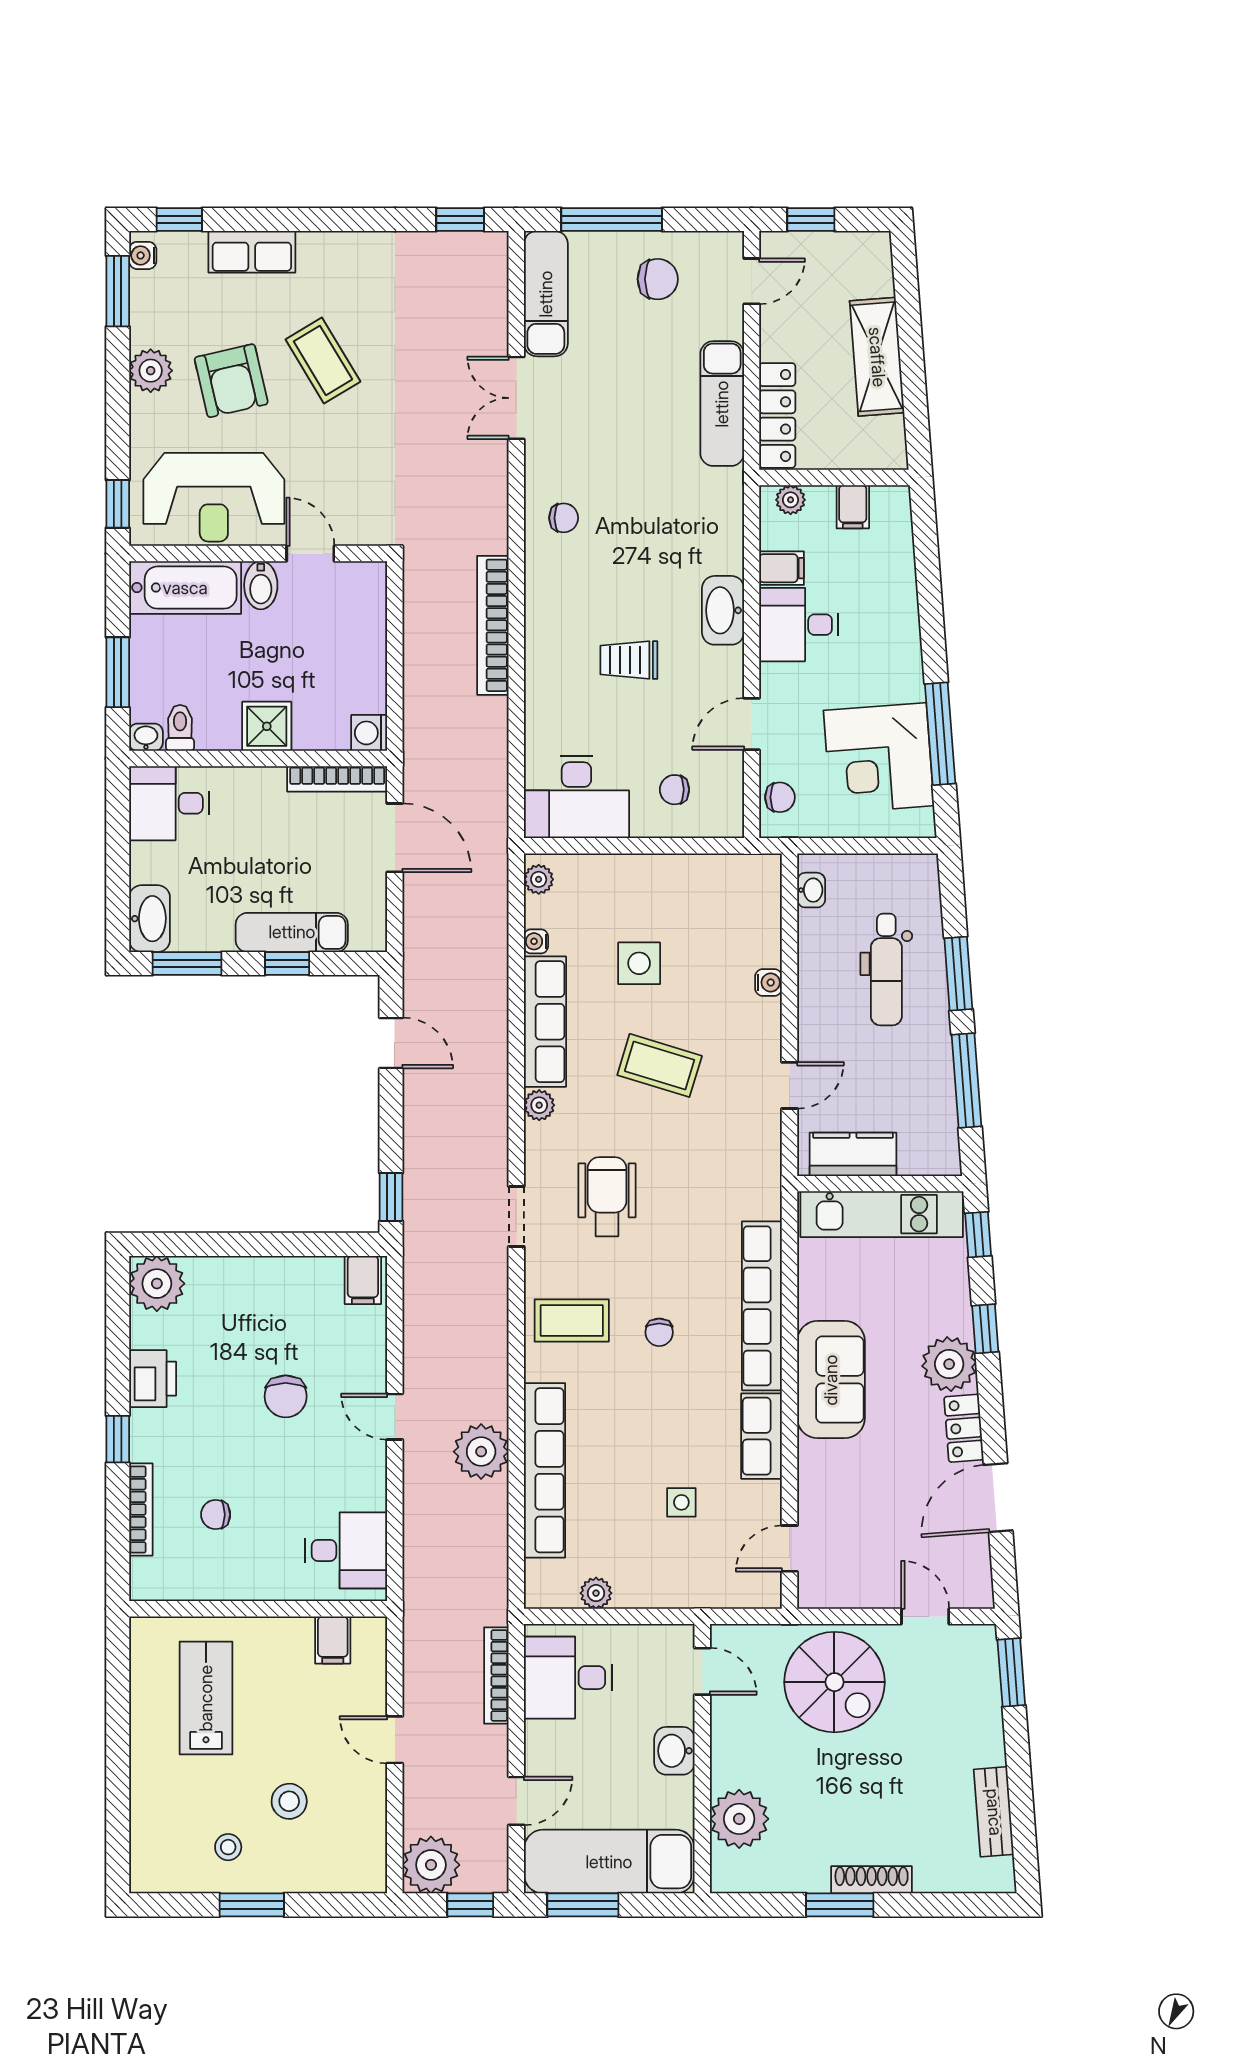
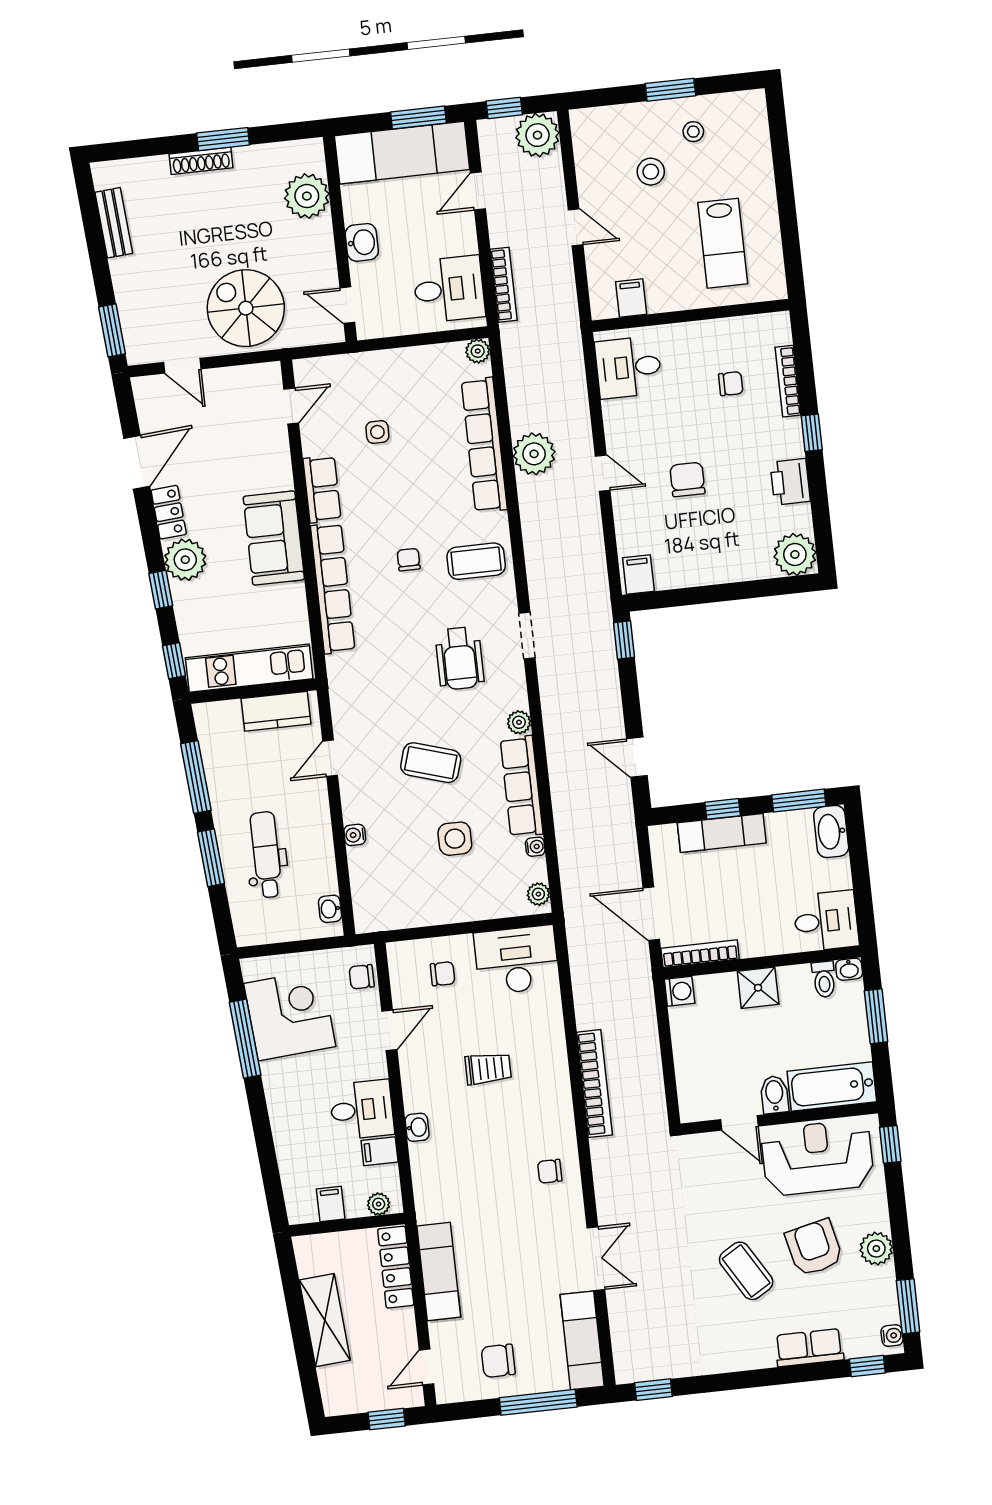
washbasin: (723, 610) -> (417, 1127), width x0.52, depth x0.69
plant: (596, 1593) -> (478, 351), moved

